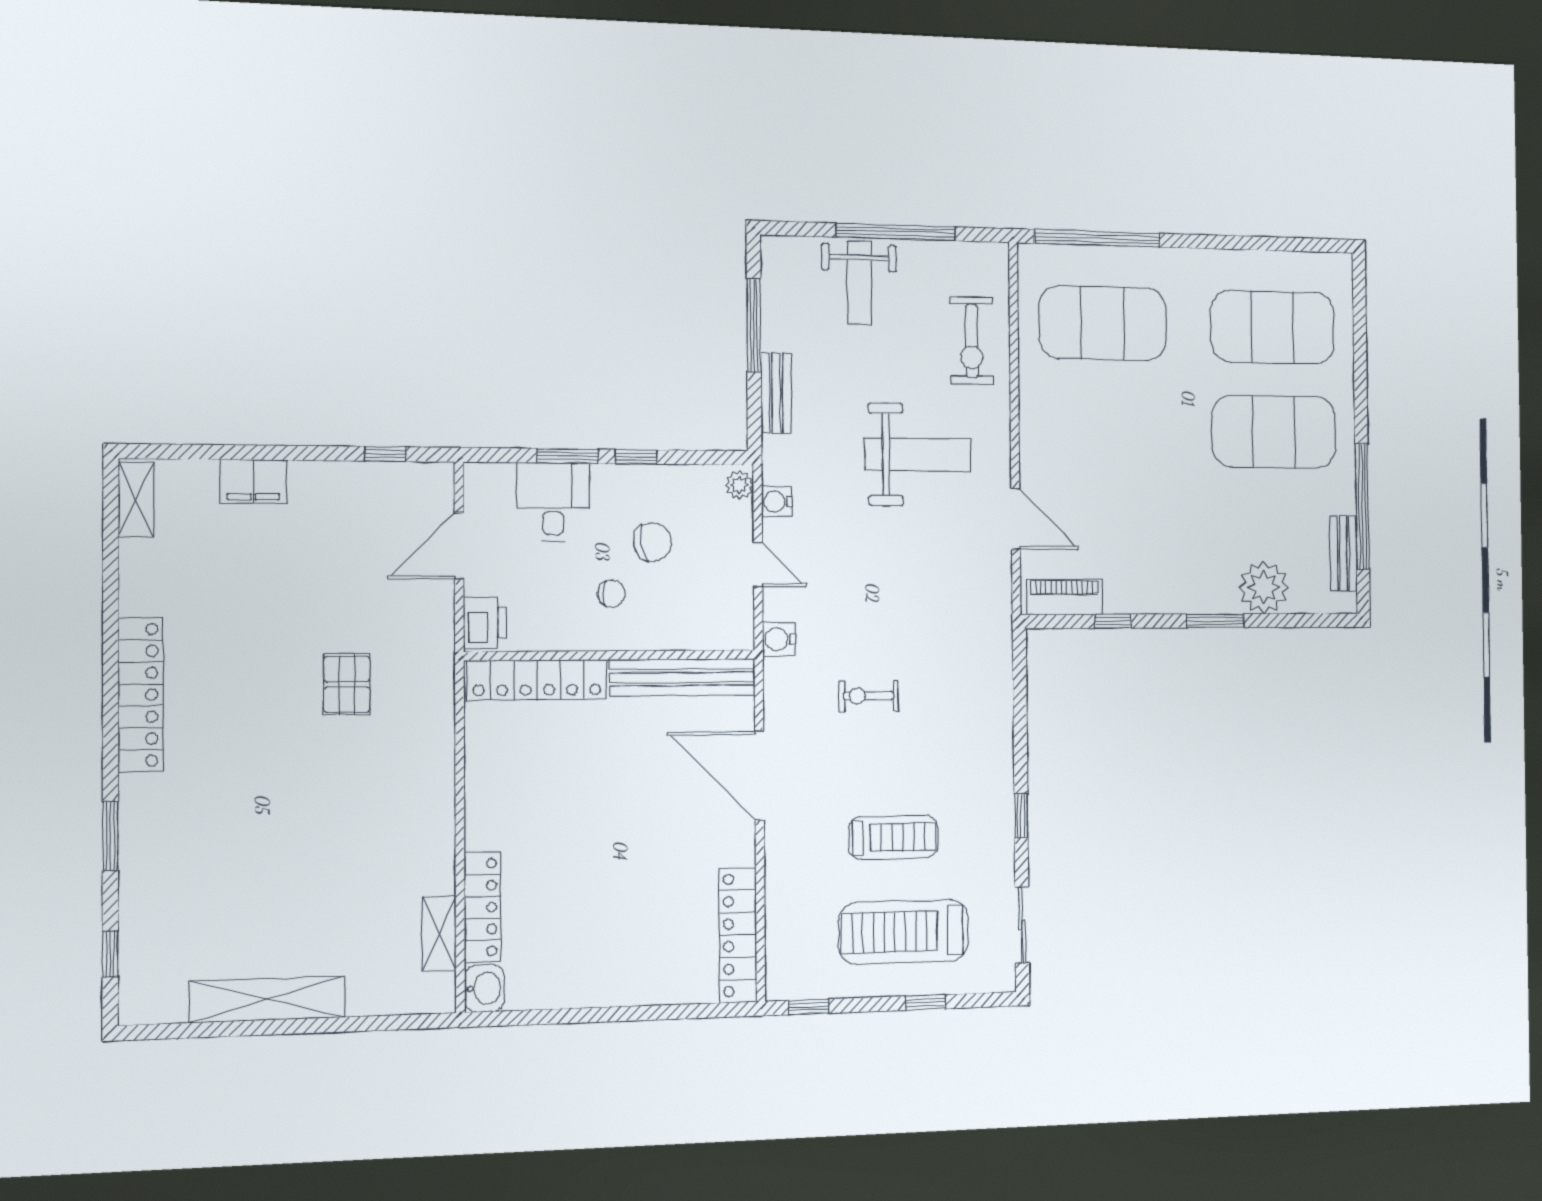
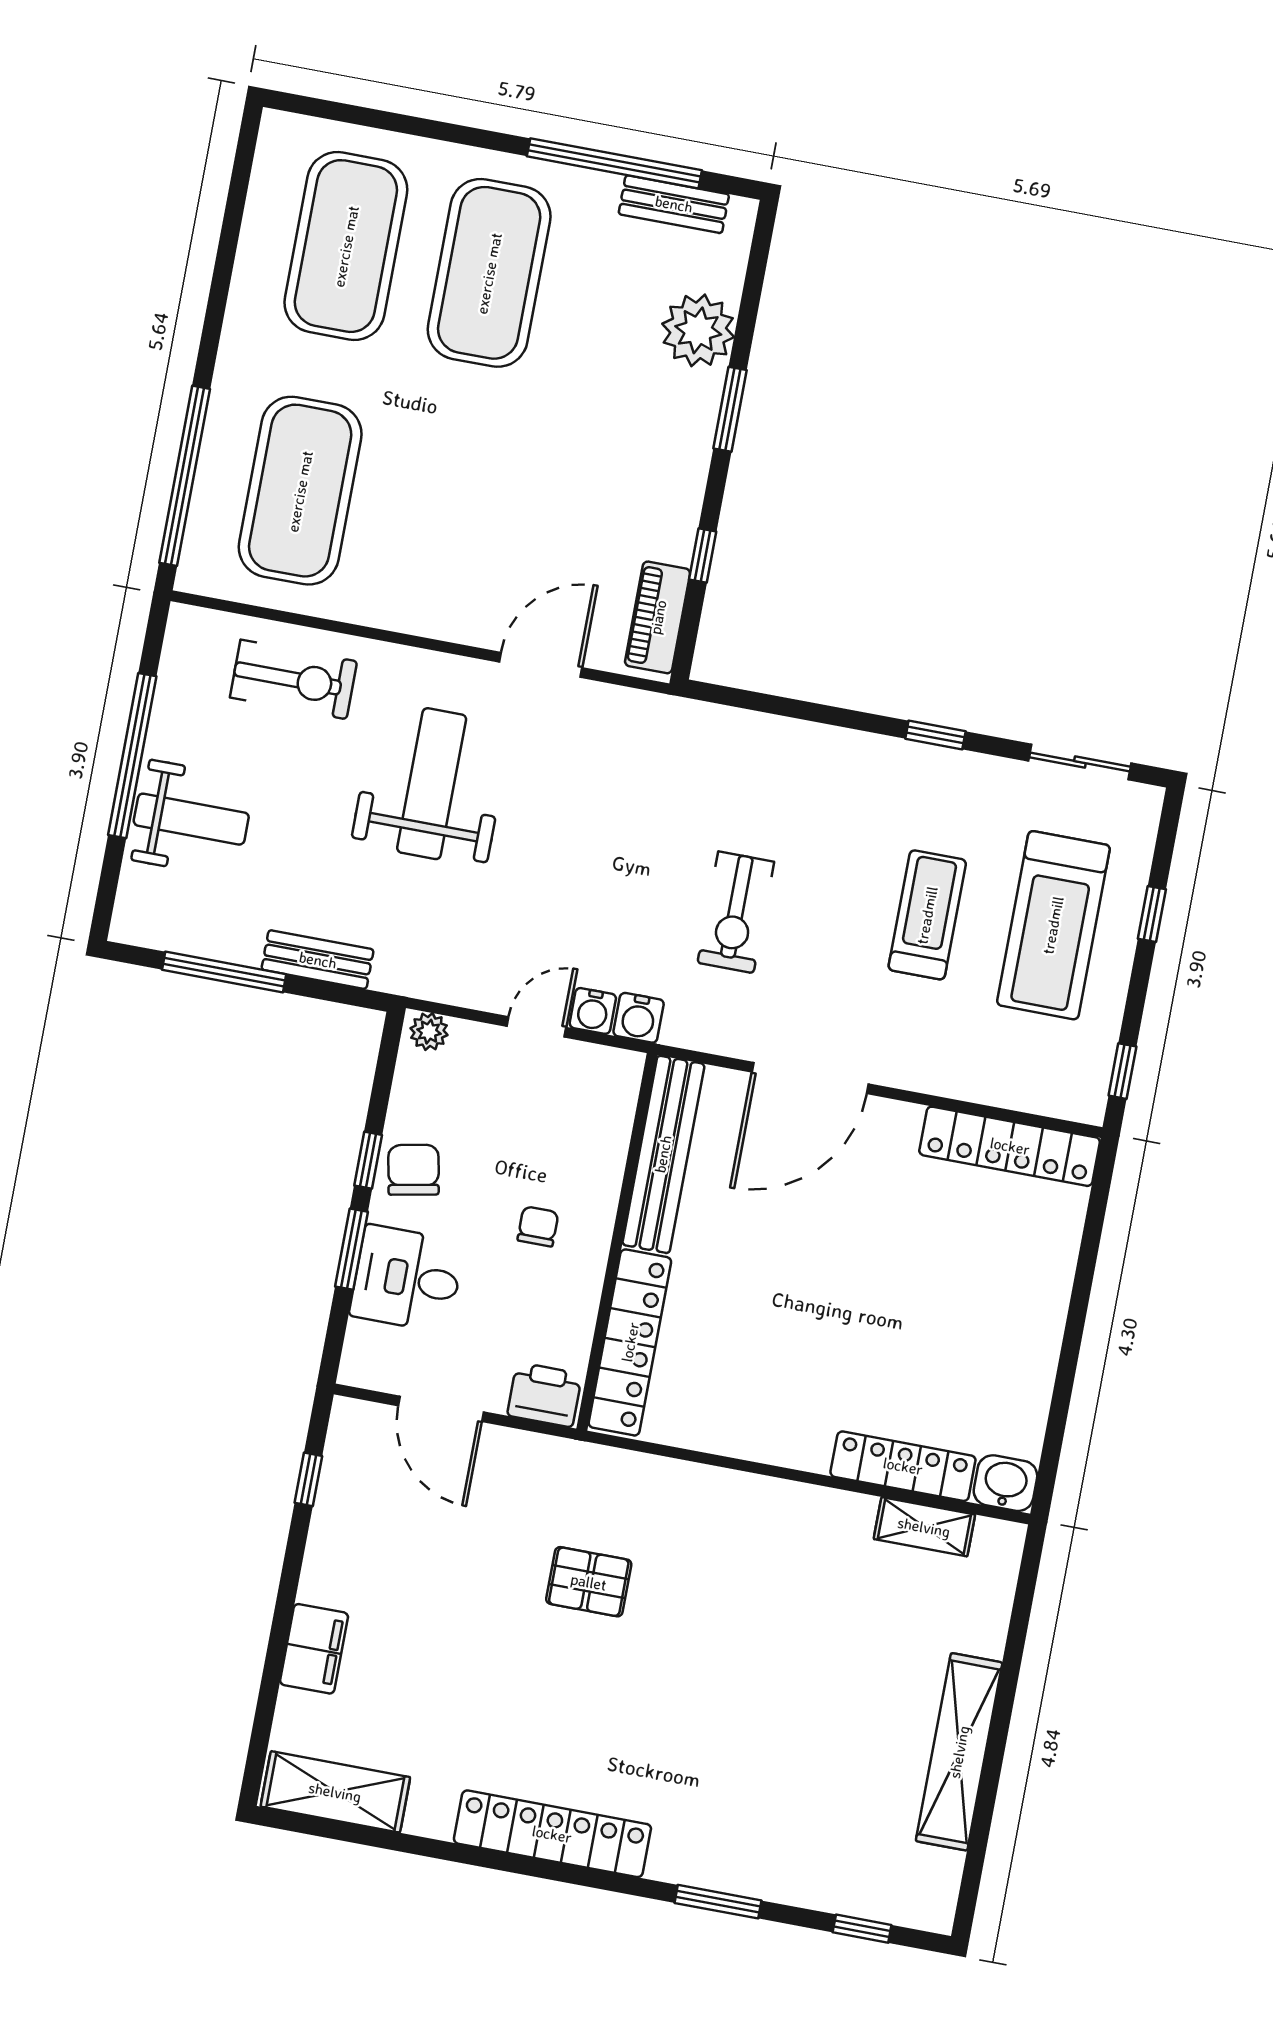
shelving: (136, 499) -> (335, 1792), width x1.50, depth x1.33
water cooler: (777, 501) -> (593, 1011), moved
chair: (653, 542) -> (413, 1170), moved
exercise bike: (869, 696) -> (736, 912), width x1.38, depth x1.39

